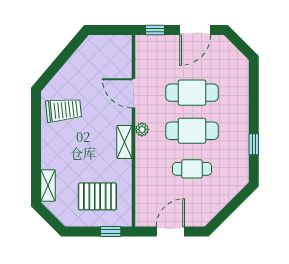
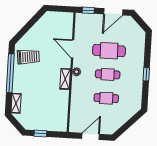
cafe table: (192, 131) -> (108, 74), width x0.73, depth x0.74
window: (36, 138) -> (10, 73), added
window: (254, 144) -> (146, 74), moved
pallet: (97, 196) -> (46, 112), removed
window: (111, 231) -> (40, 133), moved

